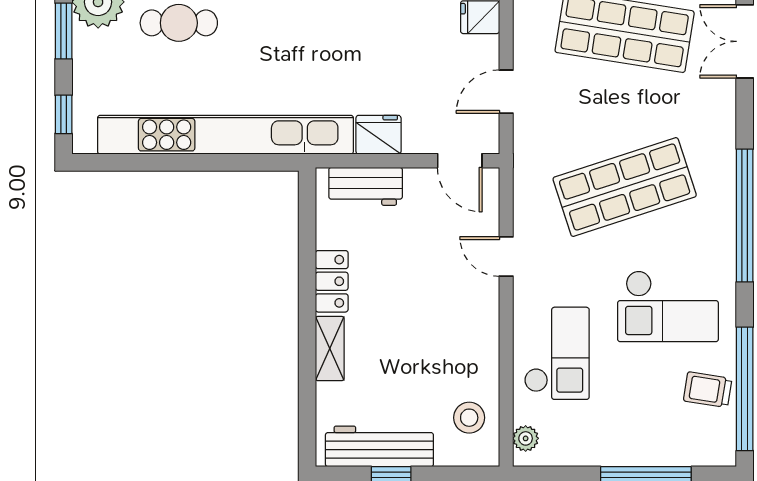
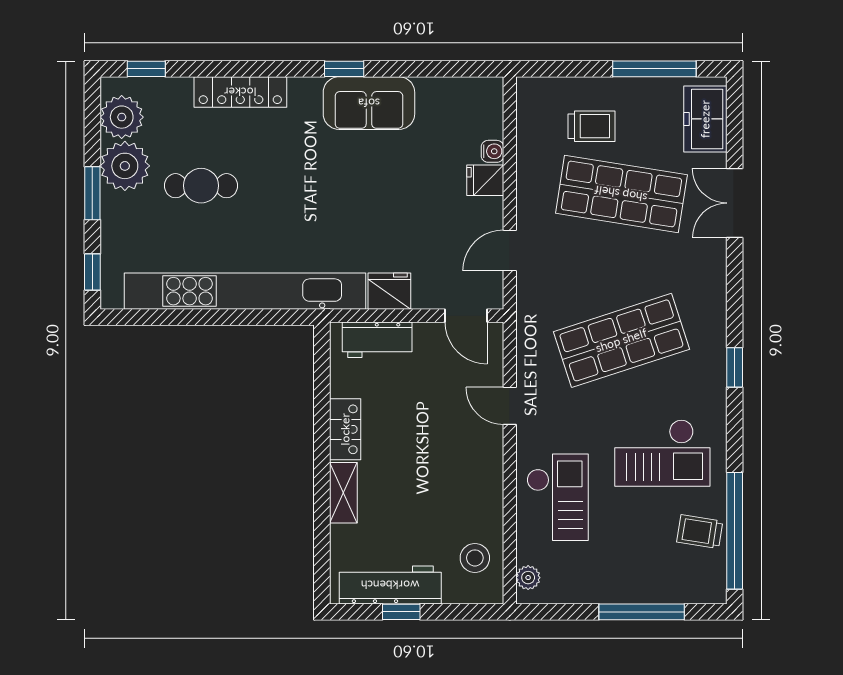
window: (745, 216) -> (735, 367), width x0.32

